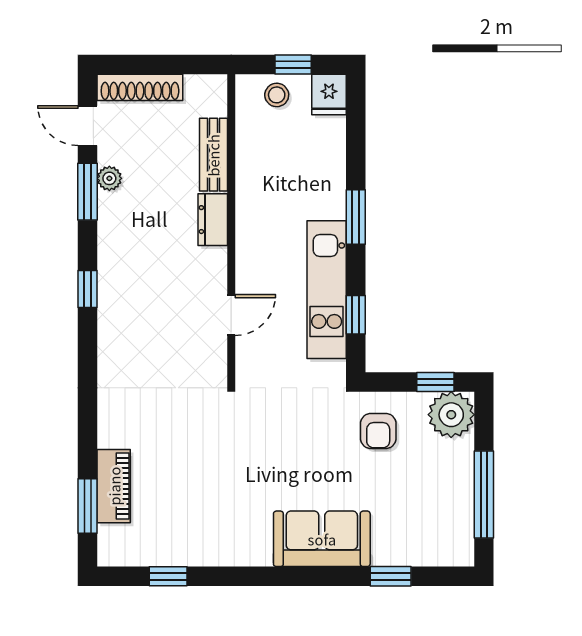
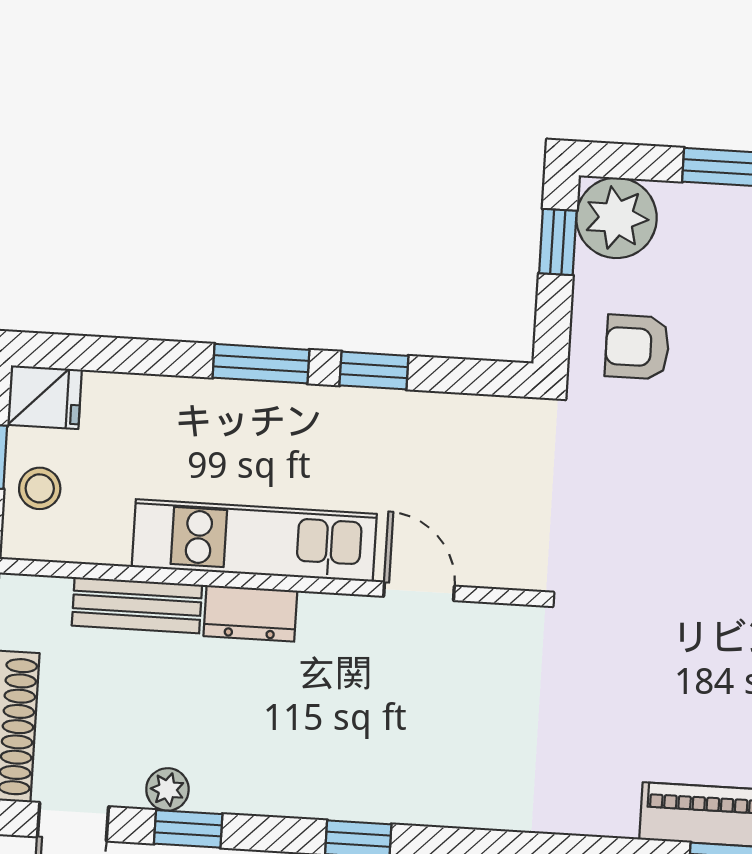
window: (88, 192) -> (188, 829), width x0.67
kitchen unit: (327, 290) -> (254, 540), moved, turned 180
window: (356, 315) -> (374, 371), moved
armchair: (378, 431) -> (637, 347), turned 180

